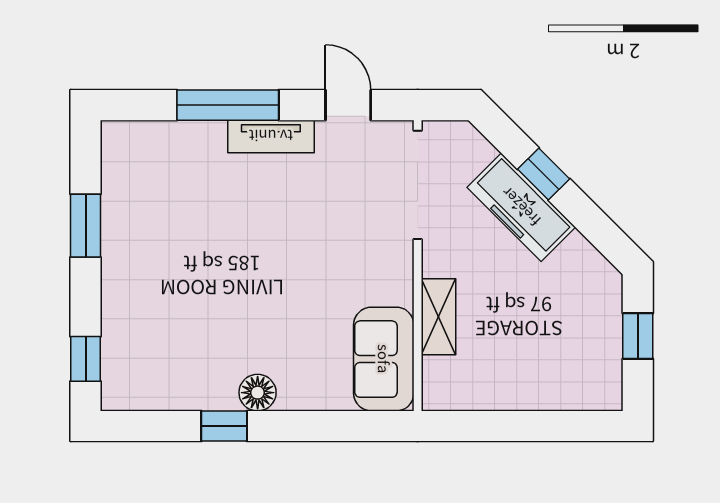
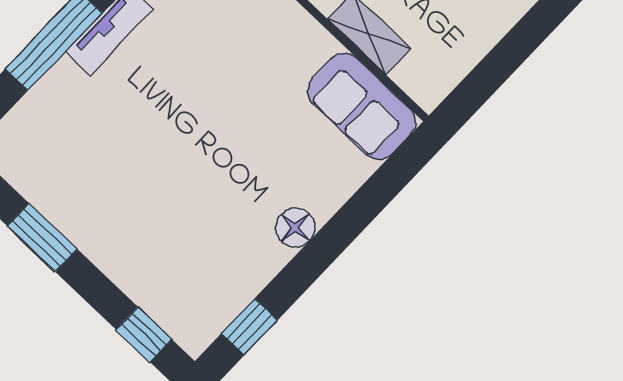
window: (224, 426) -> (249, 327), moved

